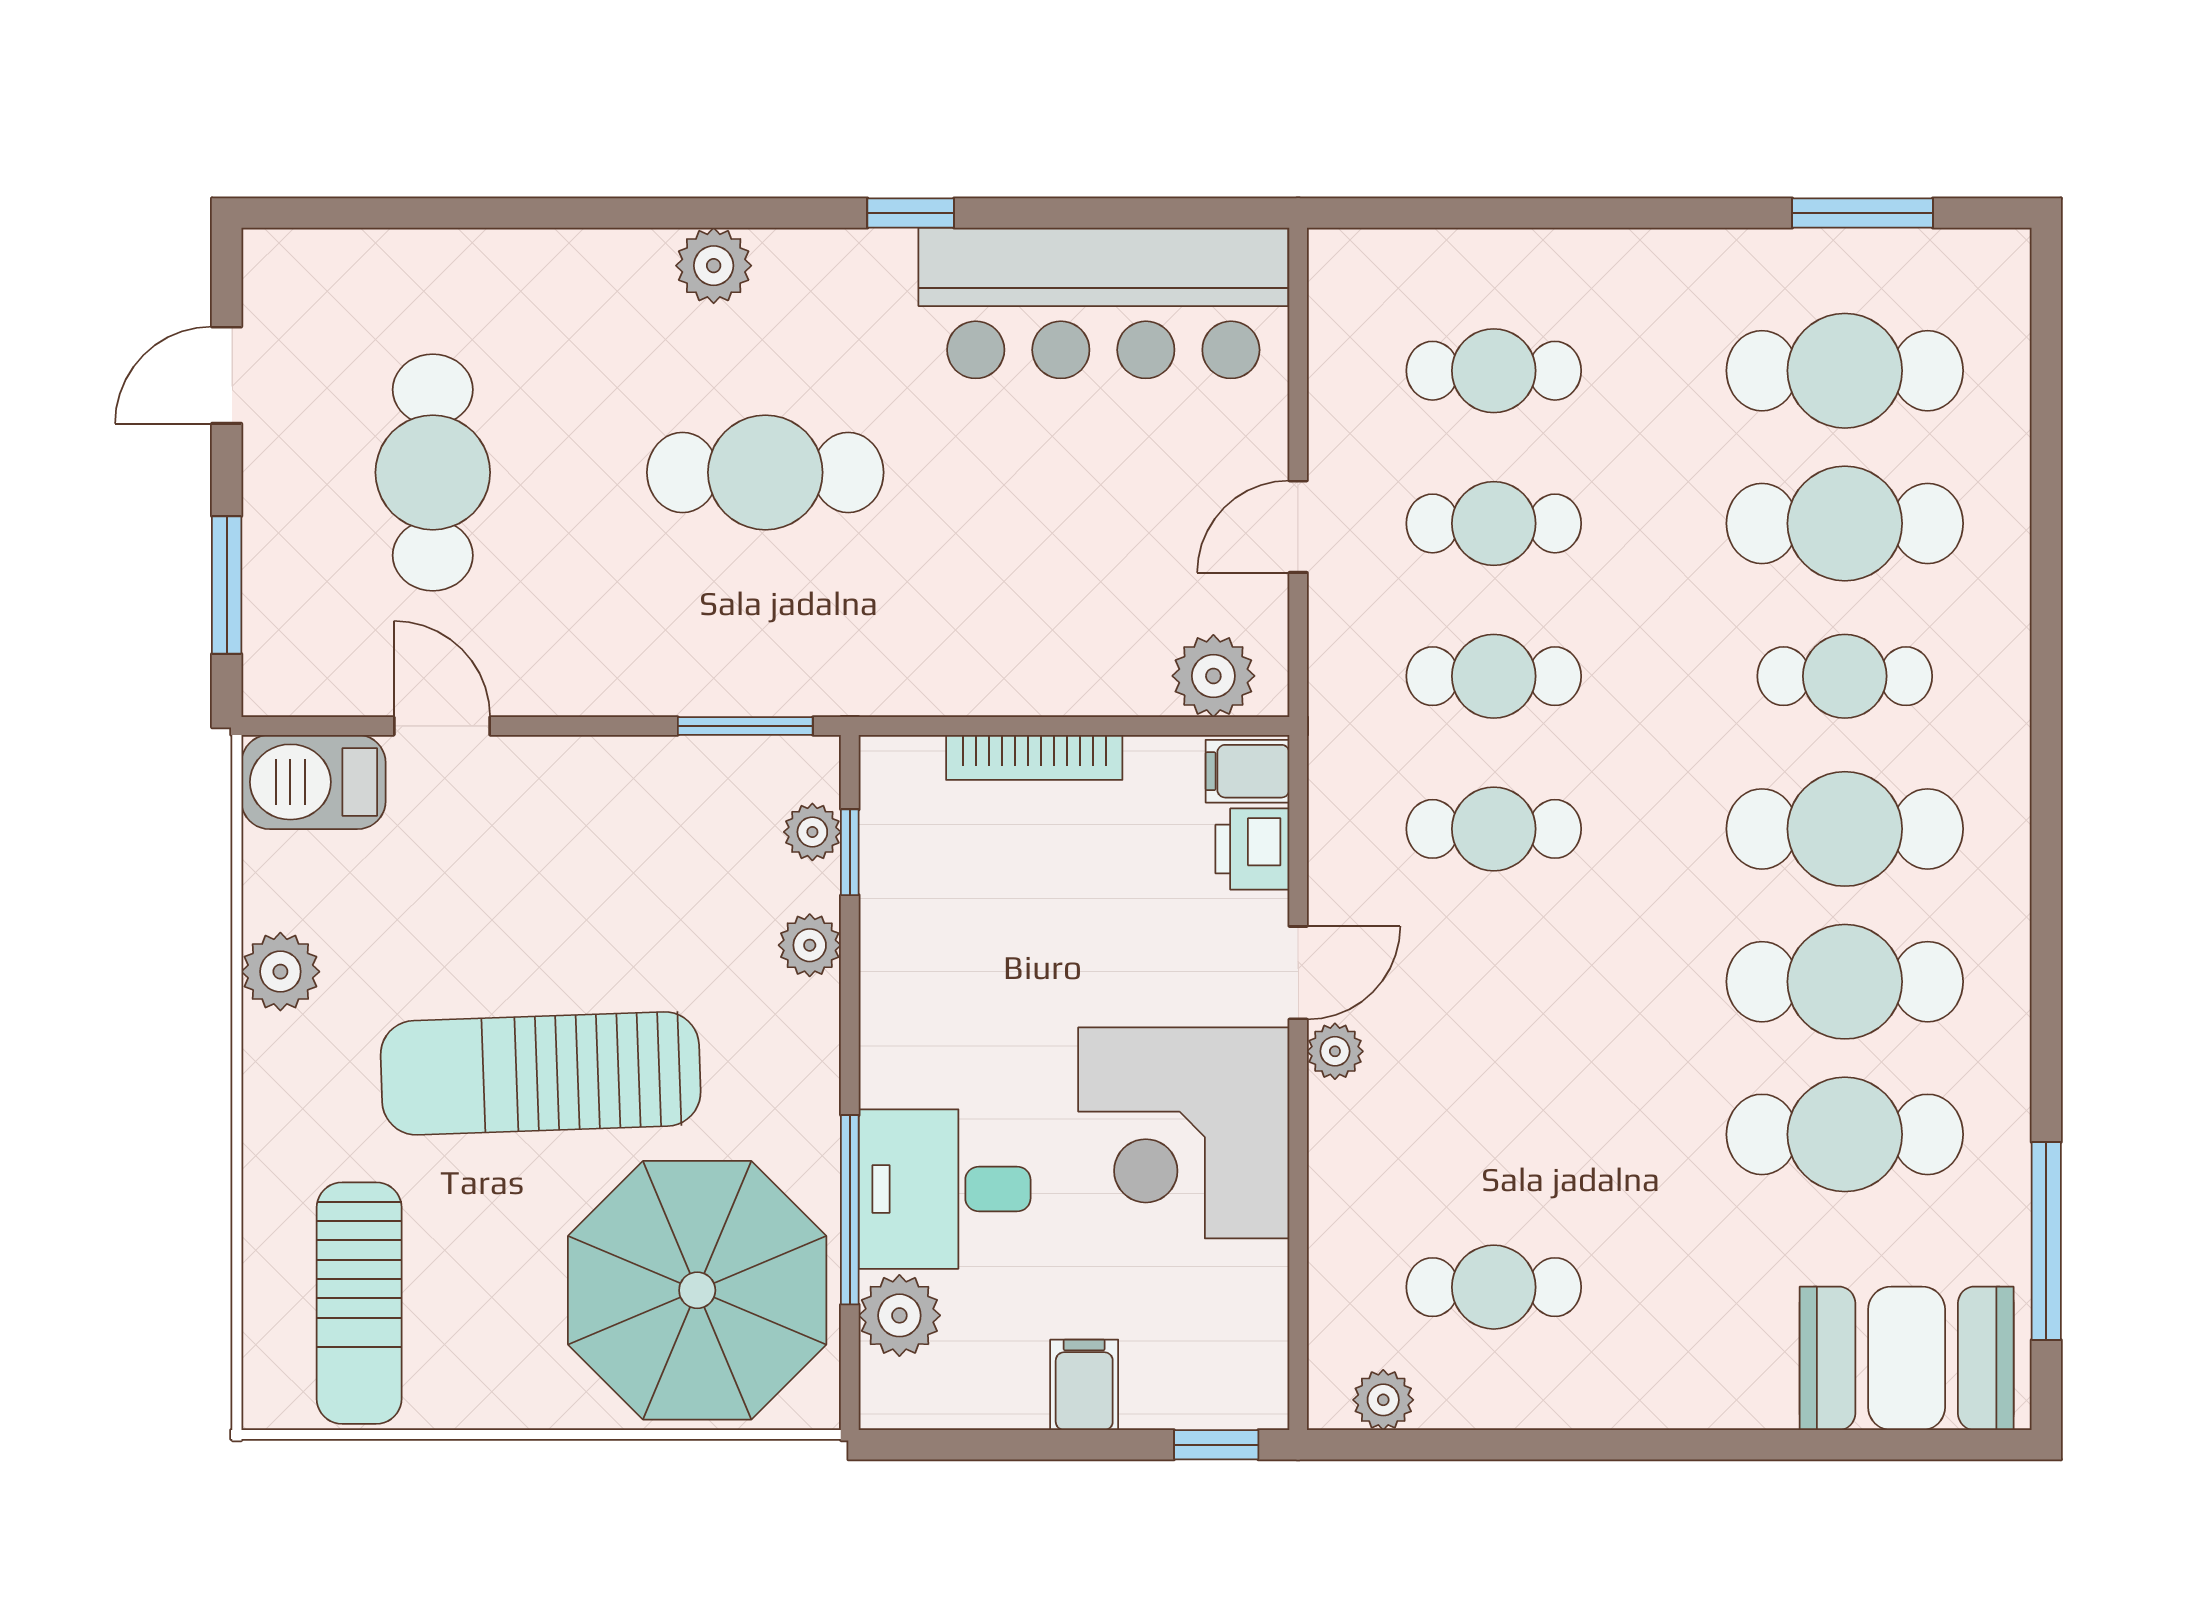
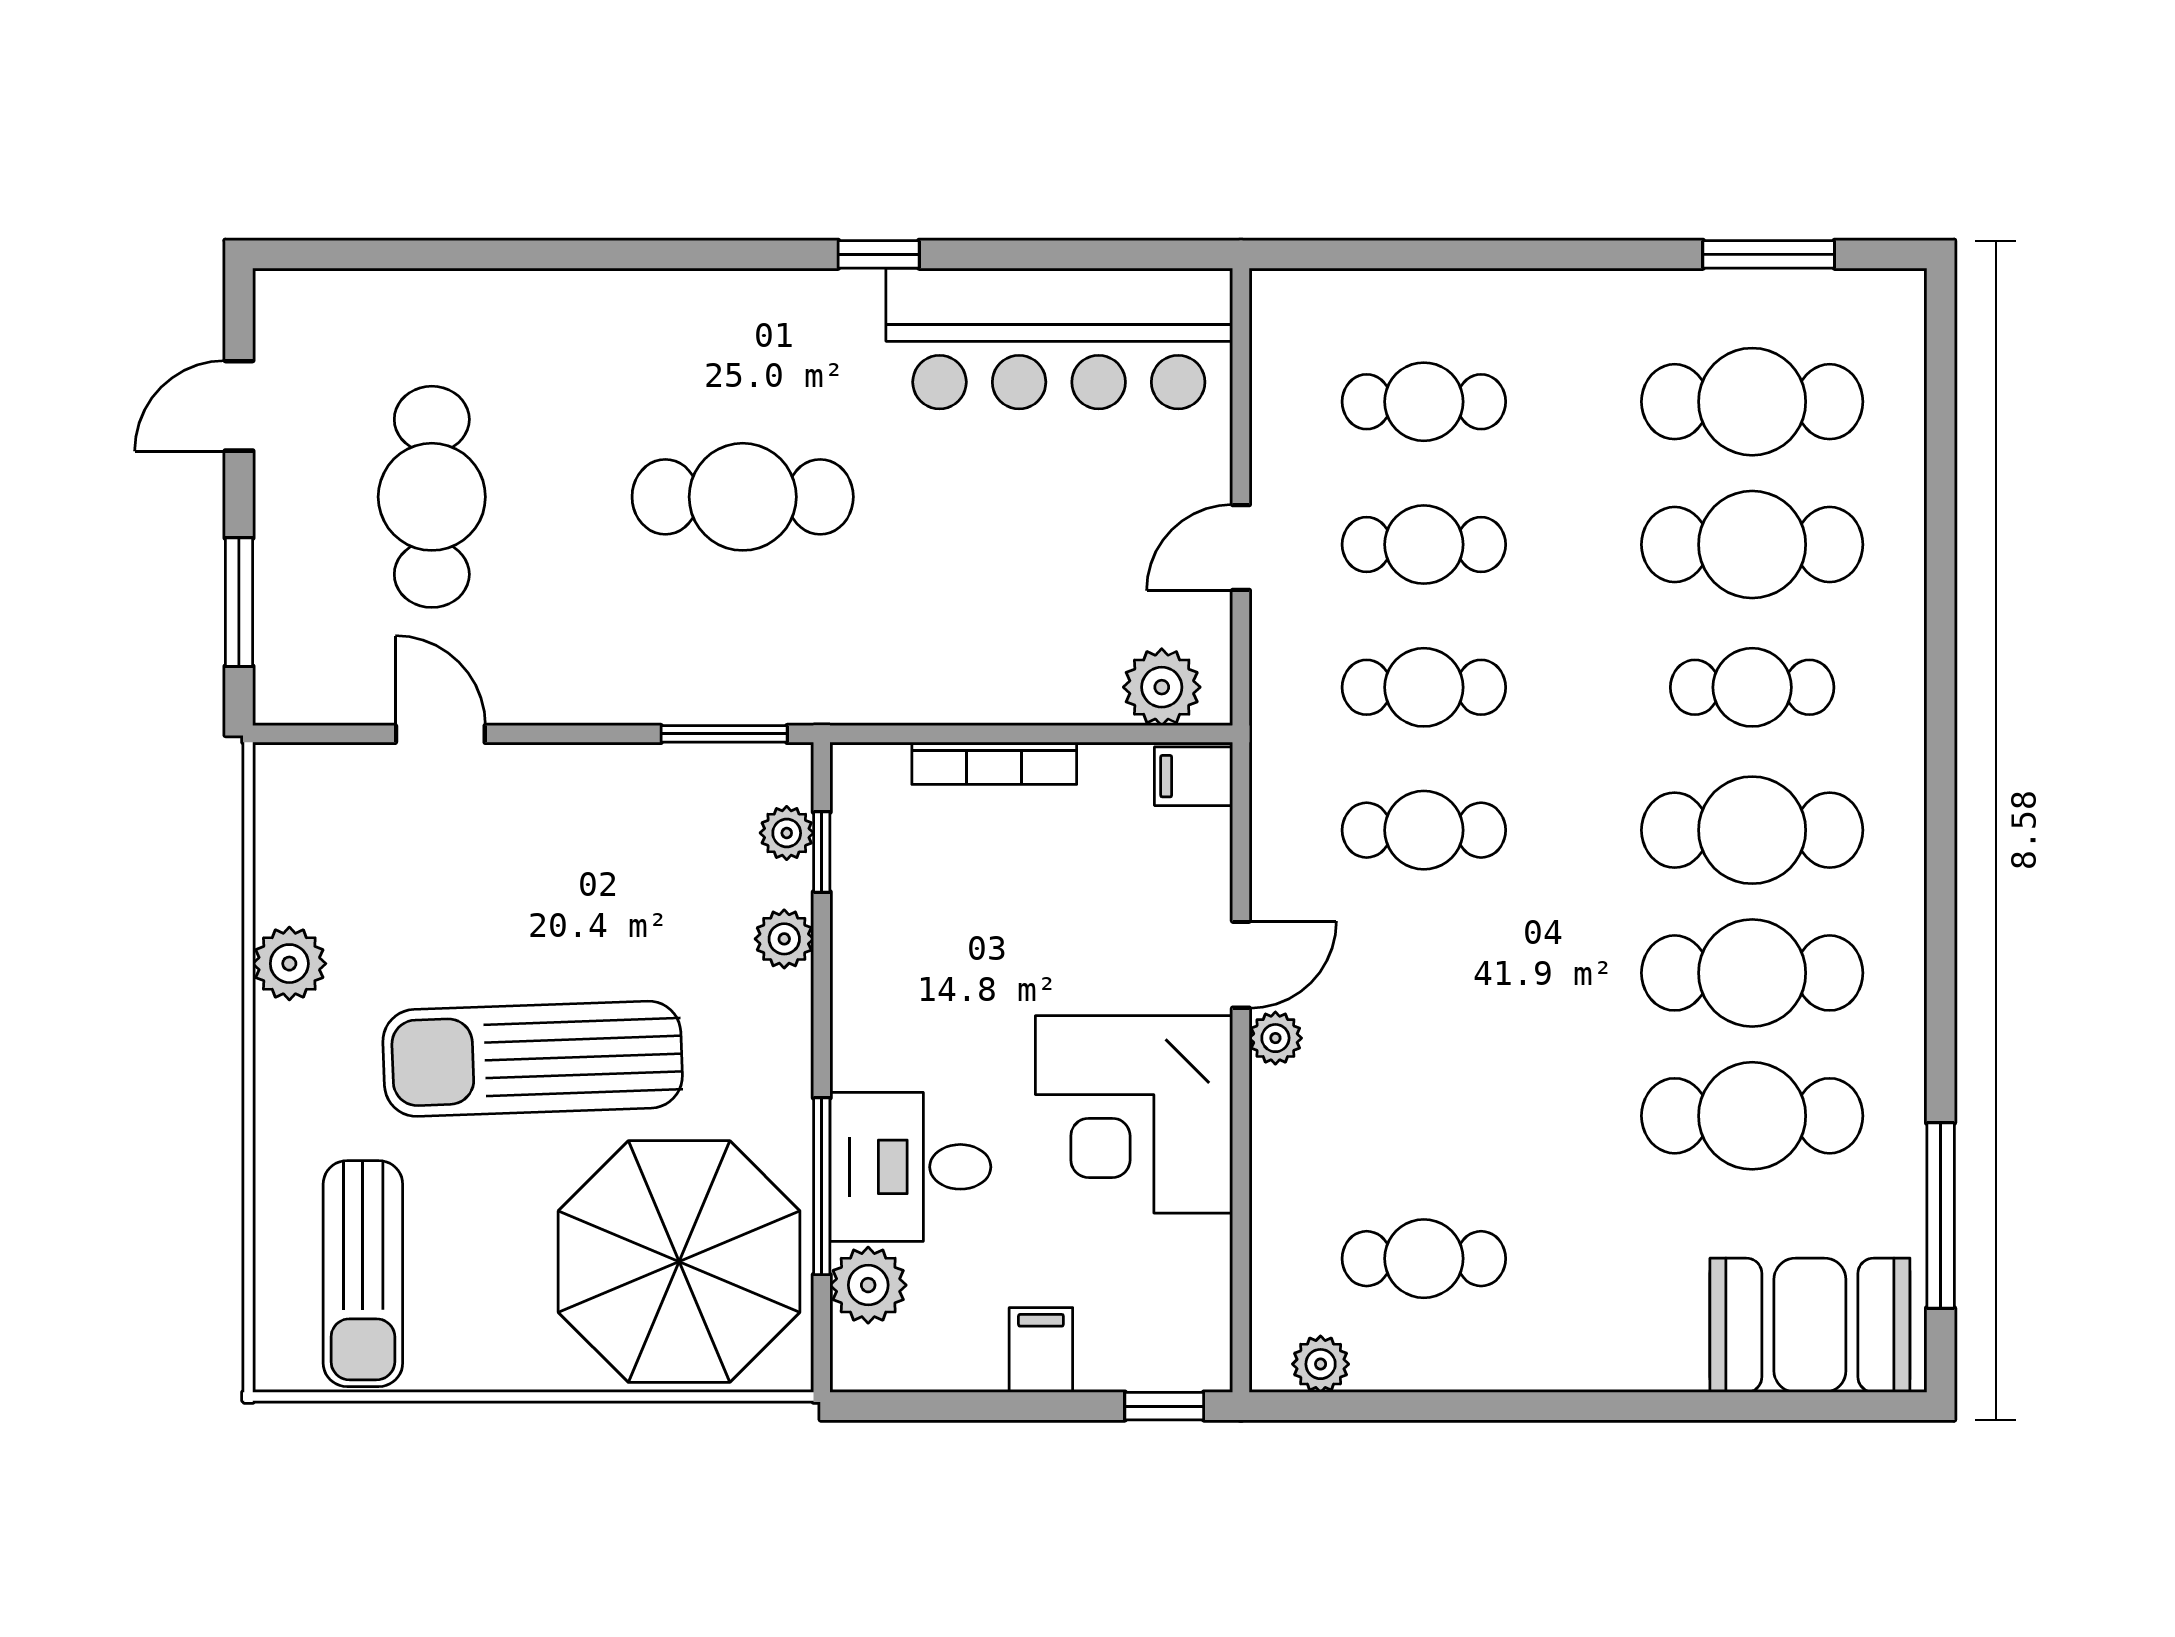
plant: (714, 266) -> (694, 303), removed
barbecue: (314, 782) -> (320, 786), removed
printer: (1252, 849) -> (1198, 849), removed

